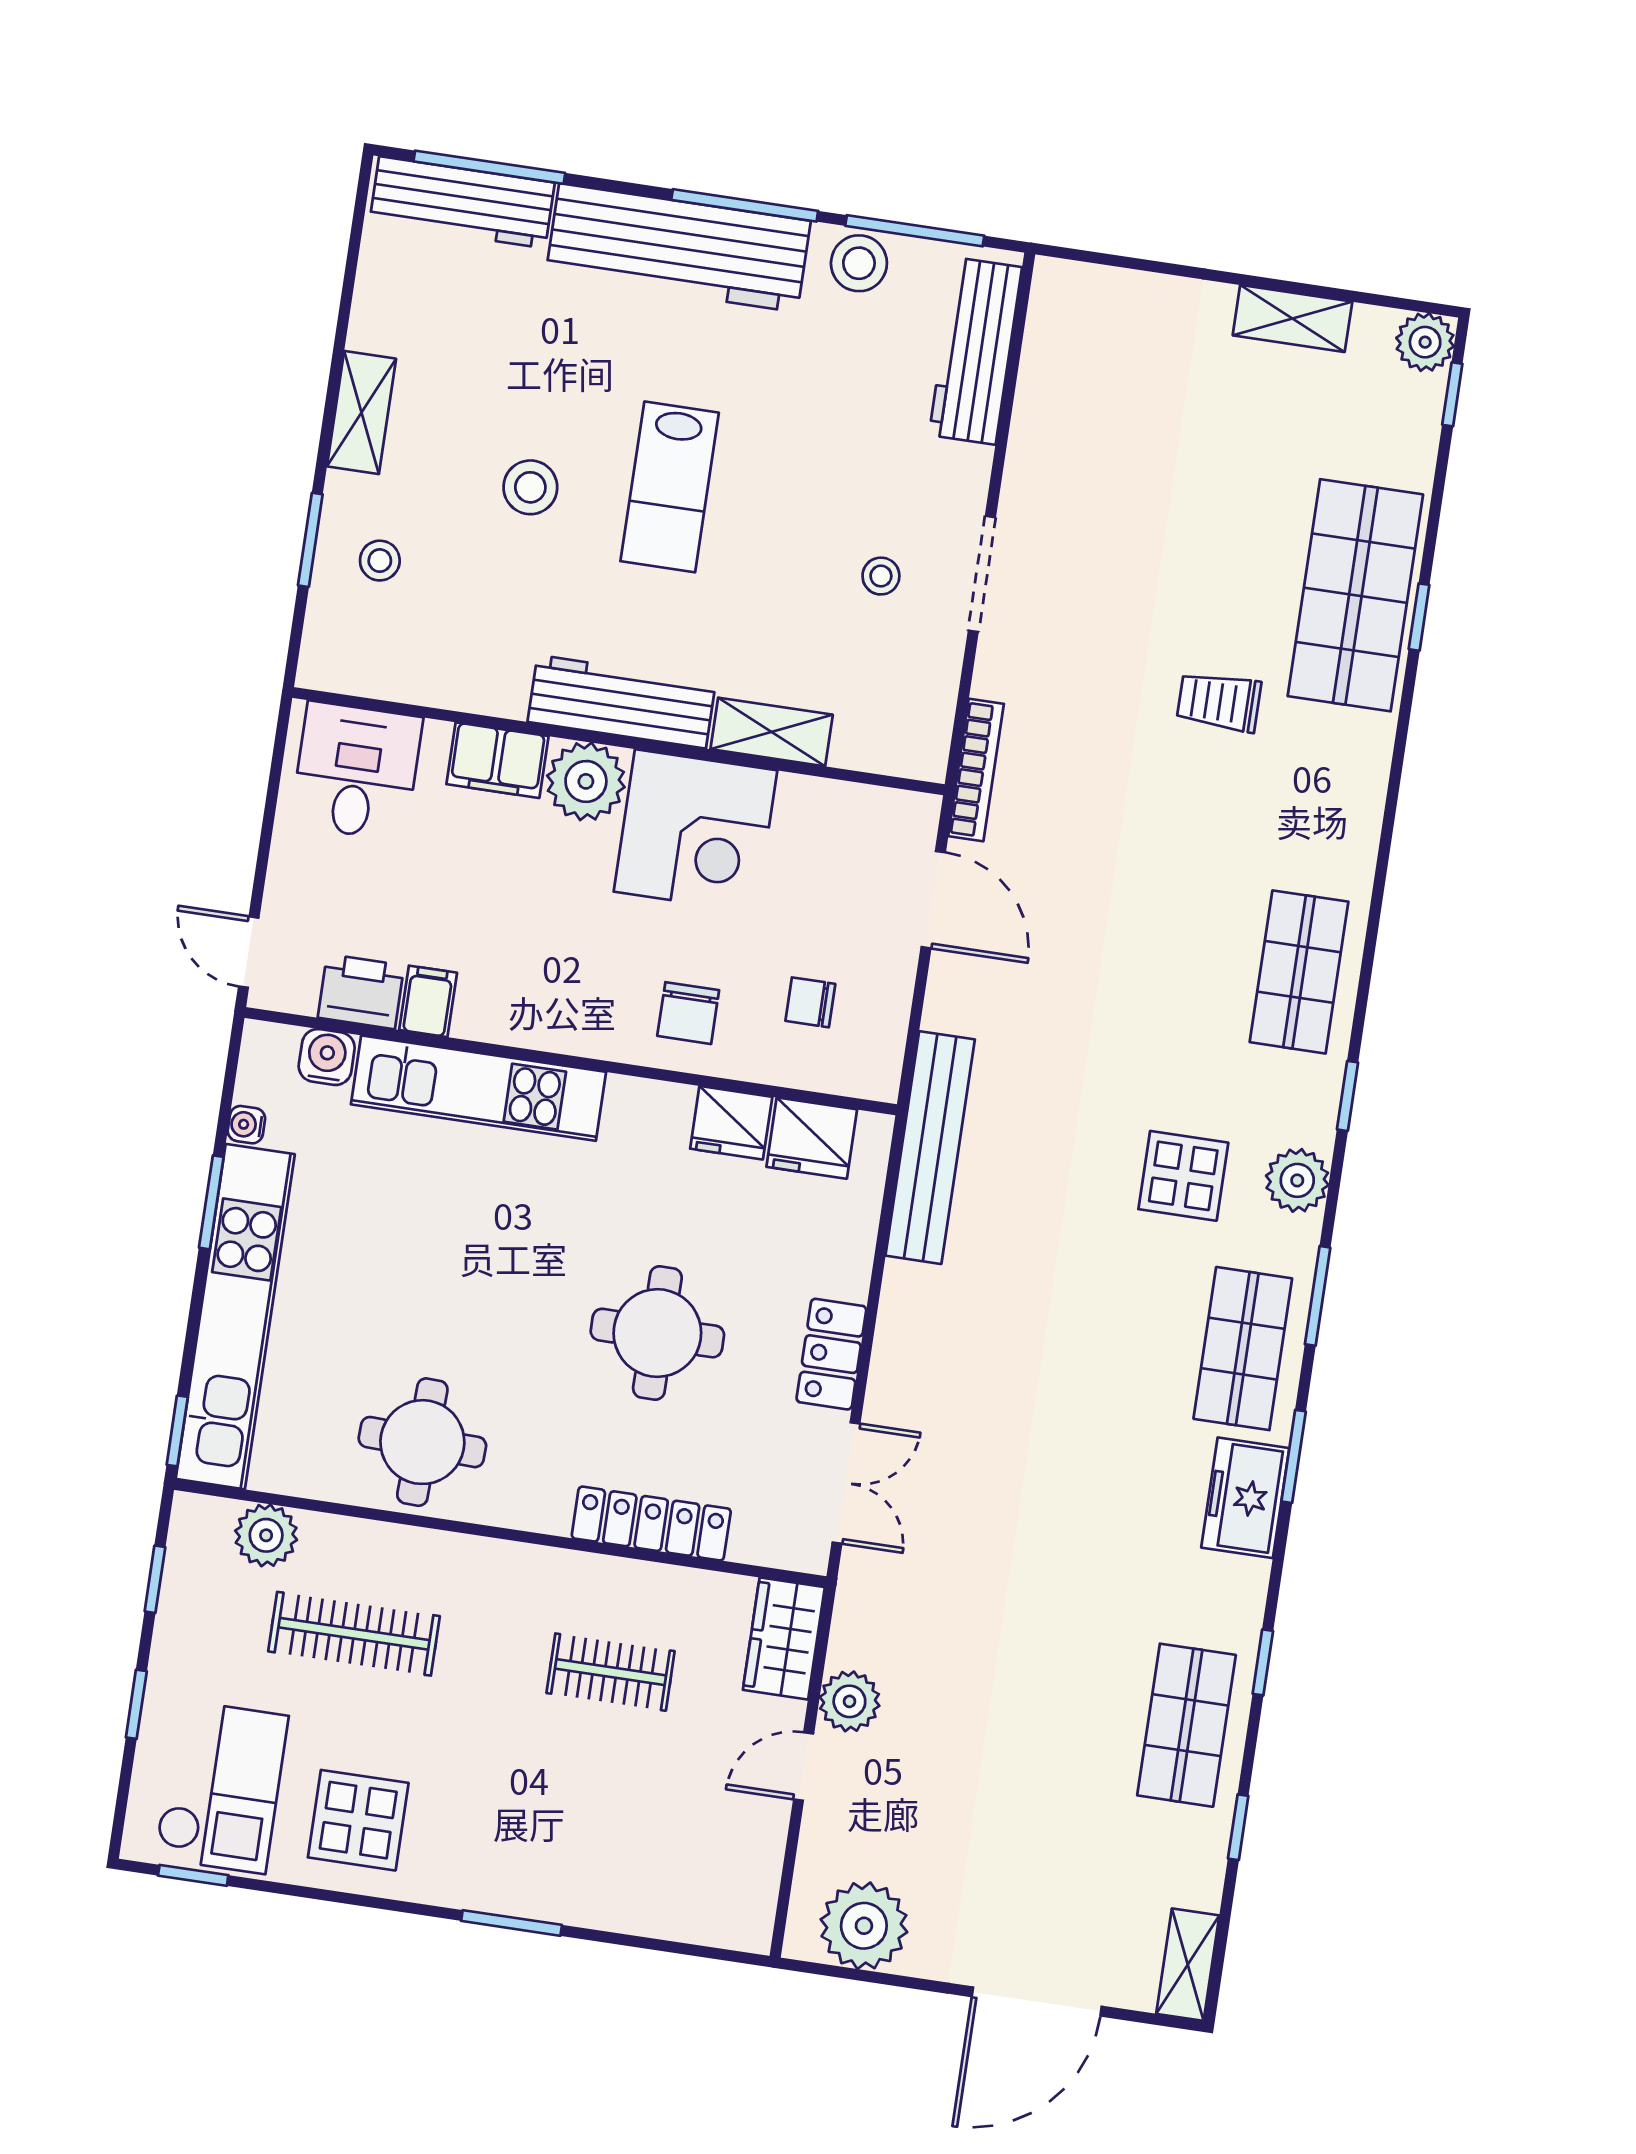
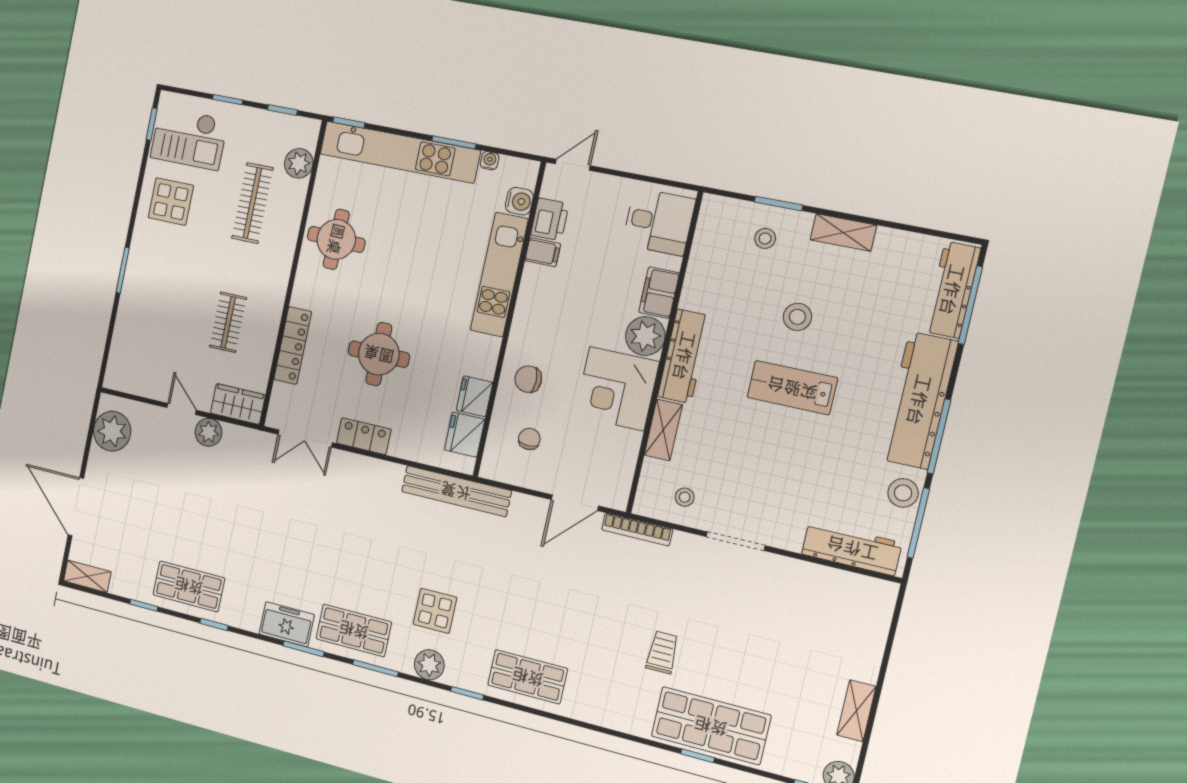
stool: (881, 576) -> (685, 497), moved

